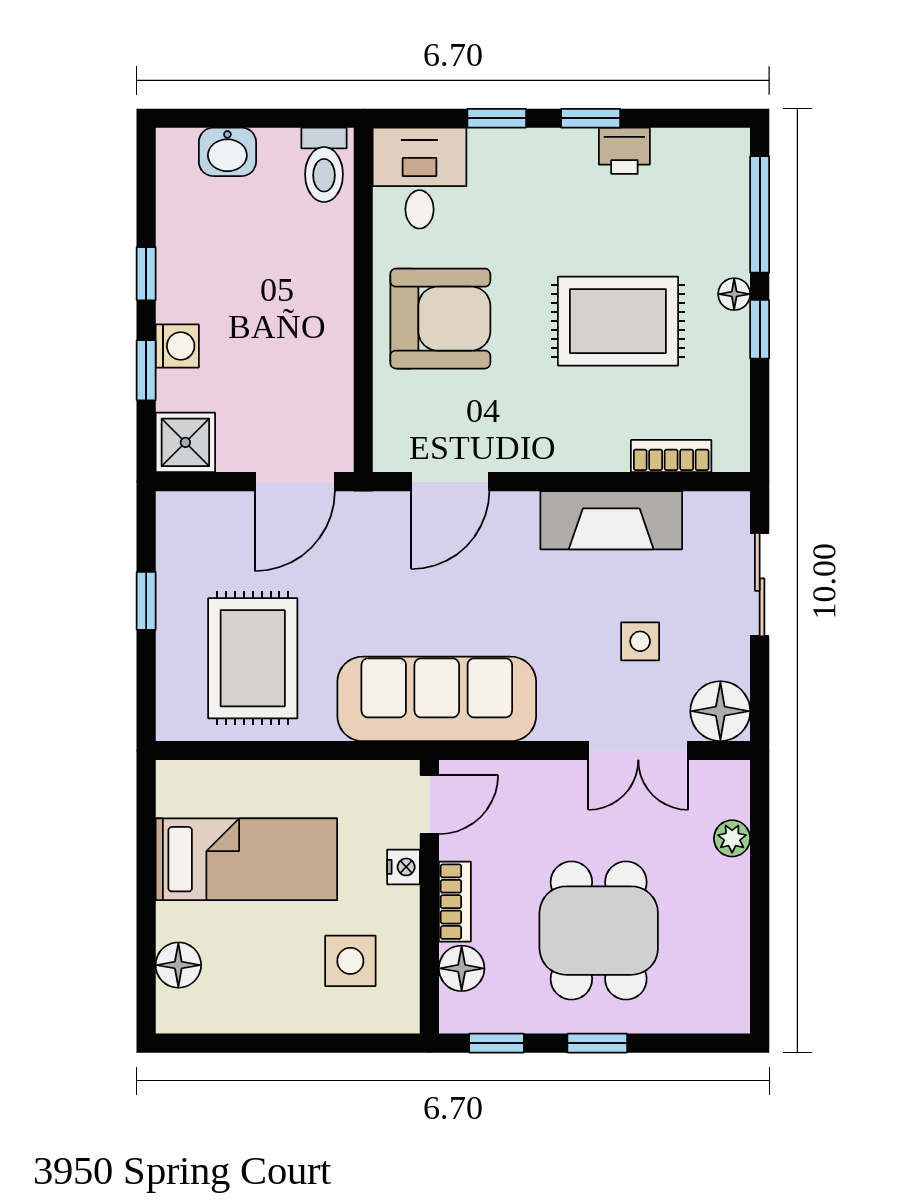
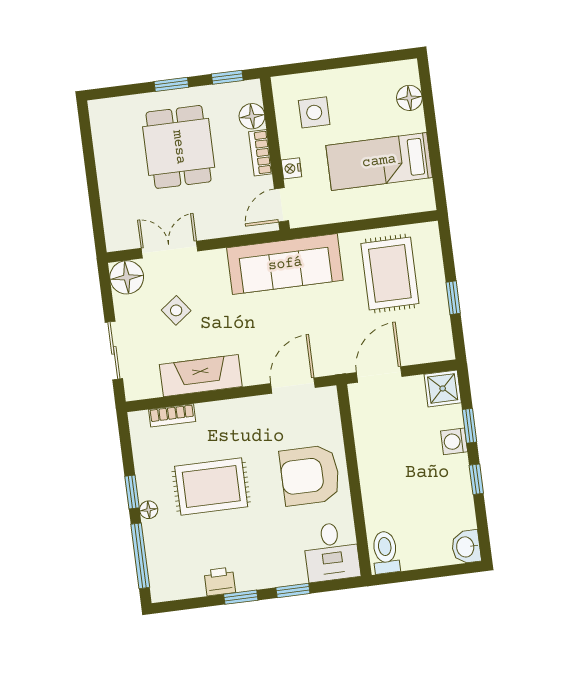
washbasin: (227, 152) -> (466, 547), moved, turned -90
side table: (640, 641) -> (176, 310), turned -37
plant: (732, 838) -> (111, 208), removed

